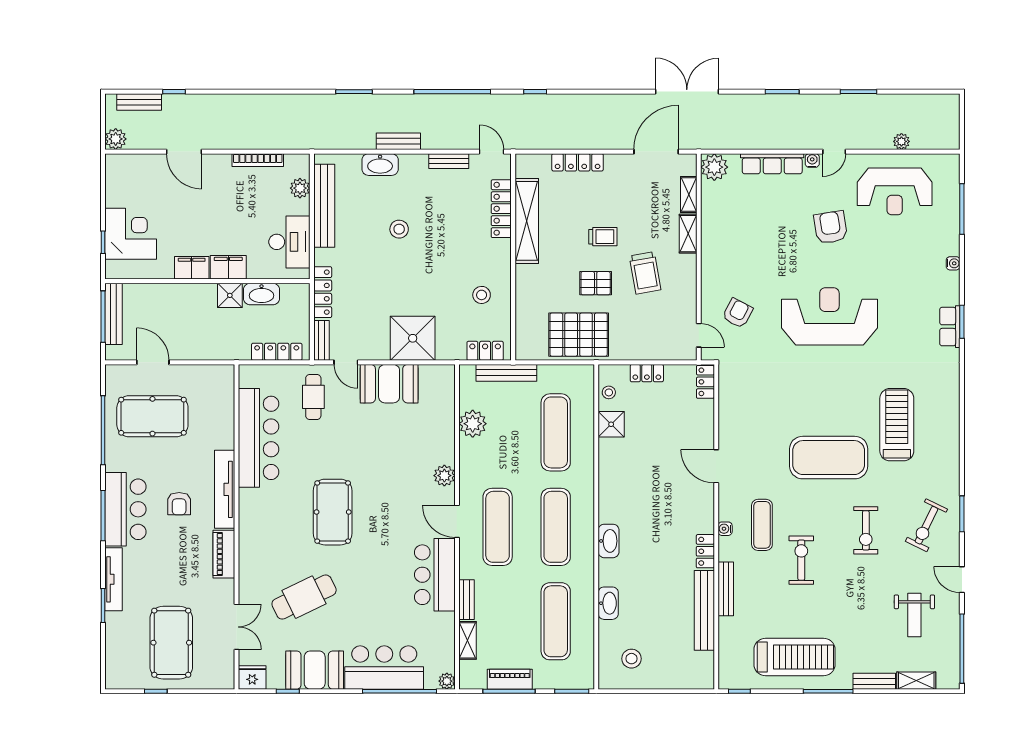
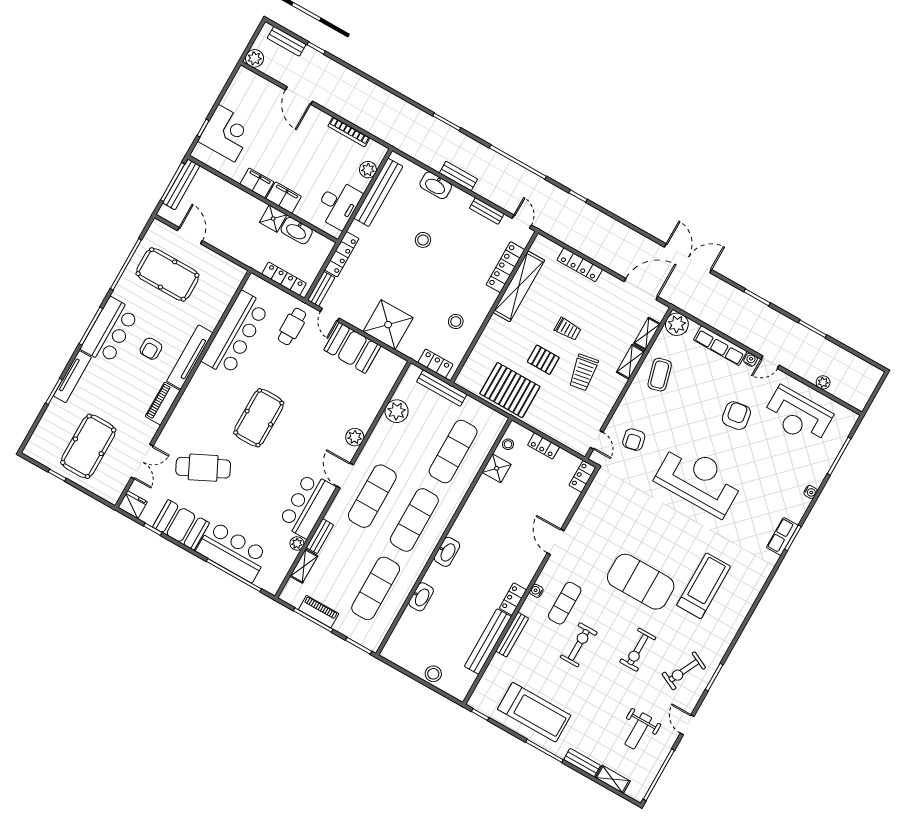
coffee table: (726, 230) -> (660, 375), added
armchair: (738, 313) -> (634, 440), turned 140
stool: (631, 659) -> (433, 674), moved
plant: (447, 681) -> (297, 543), moved

